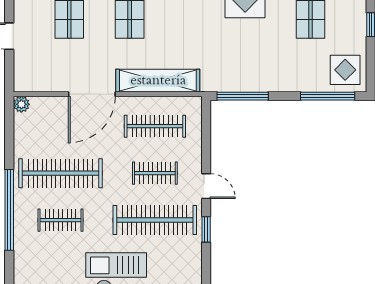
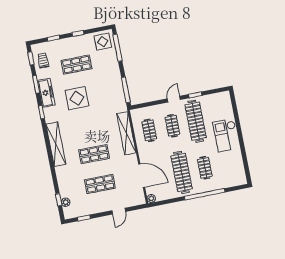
door: (92, 94) -> (142, 176), moved
clothes rail: (155, 126) -> (149, 130), width x0.73

